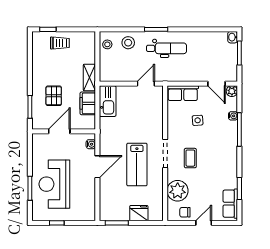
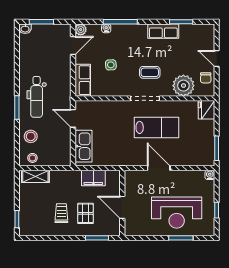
trolley: (60, 43) -> (61, 213), moved
dental chair: (167, 48) -> (37, 97), turned 180
shelving: (89, 77) -> (35, 176), moved
pallet: (54, 96) -> (85, 213), turned 90
kitchen sink: (108, 101) -> (83, 146), moved, turned 90
water cooler: (91, 144) -> (210, 175), moved
row of seats: (230, 204) -> (163, 31), moved
fridge: (139, 213) -> (207, 110), moved

